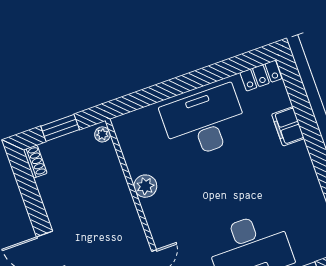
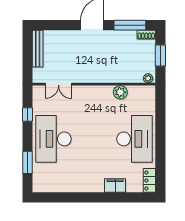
plant: (145, 186) -> (120, 92), moved
window: (30, 192) -> (130, 25), added

